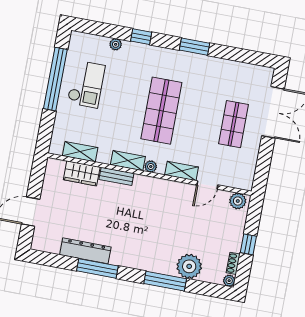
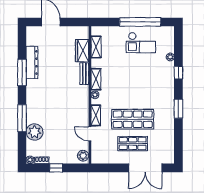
shop shelf: (161, 111) -> (133, 119), moved

